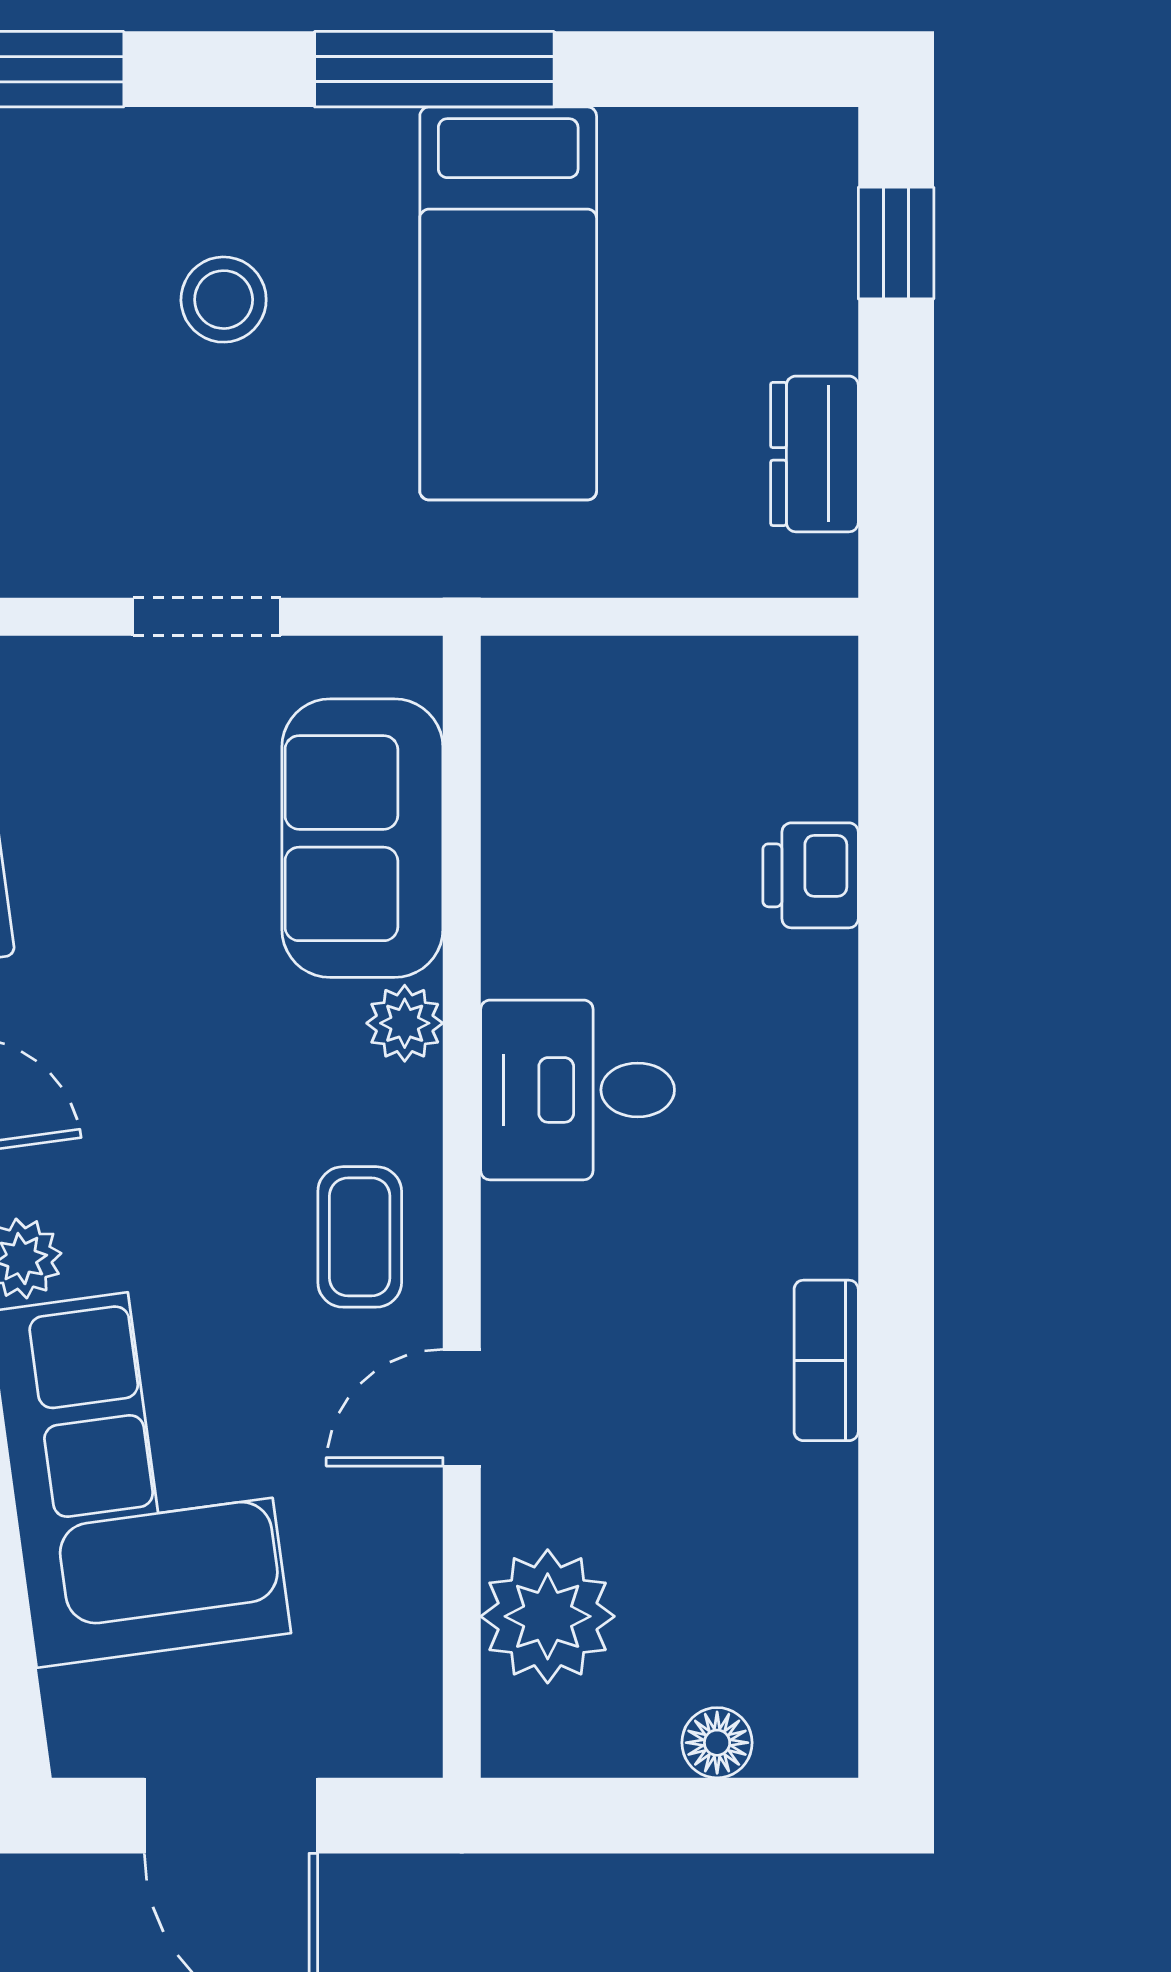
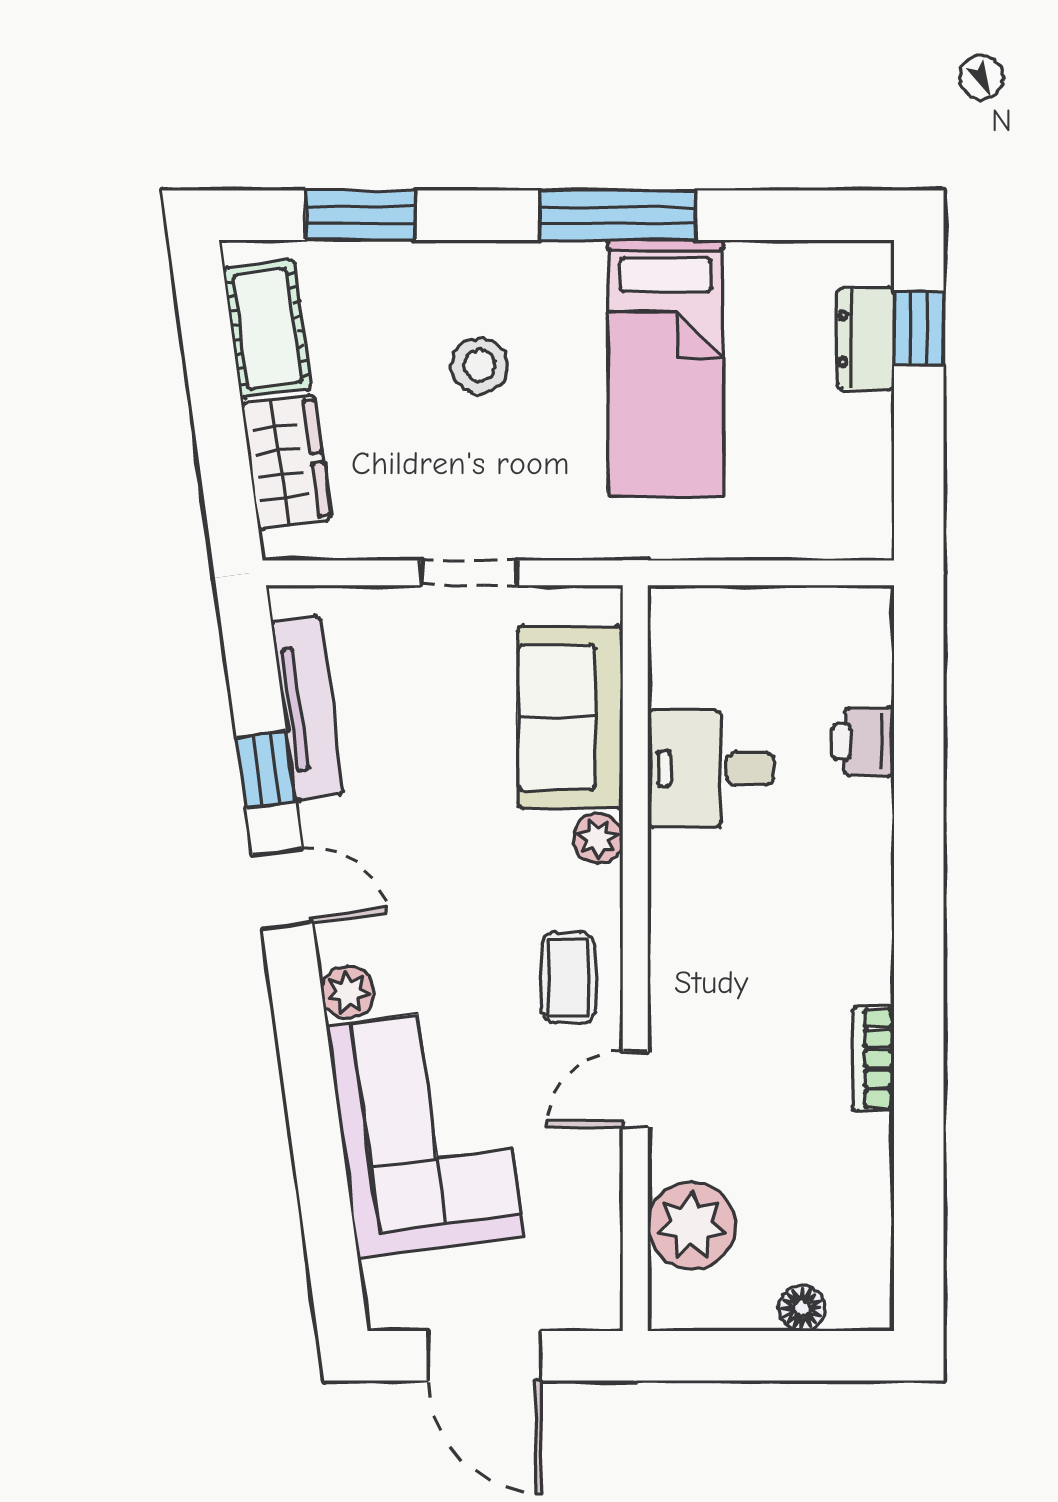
dresser: (814, 454) -> (866, 339), moved
desk: (578, 1090) -> (711, 769), moved

